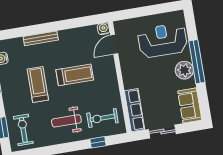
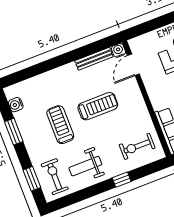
bench: (41, 38) -> (94, 59), moved
weight bench: (66, 121) -> (85, 166), moved
window: (98, 142) -> (122, 180), moved

